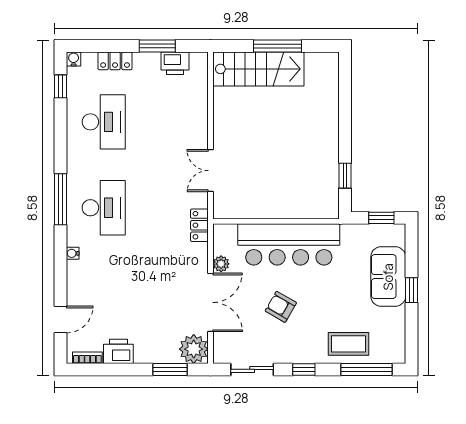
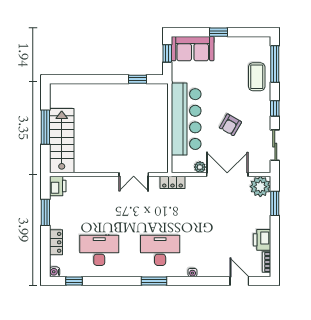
printer: (175, 63) -> (58, 186), moved
window: (61, 199) -> (154, 281), width x0.69
sofa: (388, 277) -> (193, 49), moved

